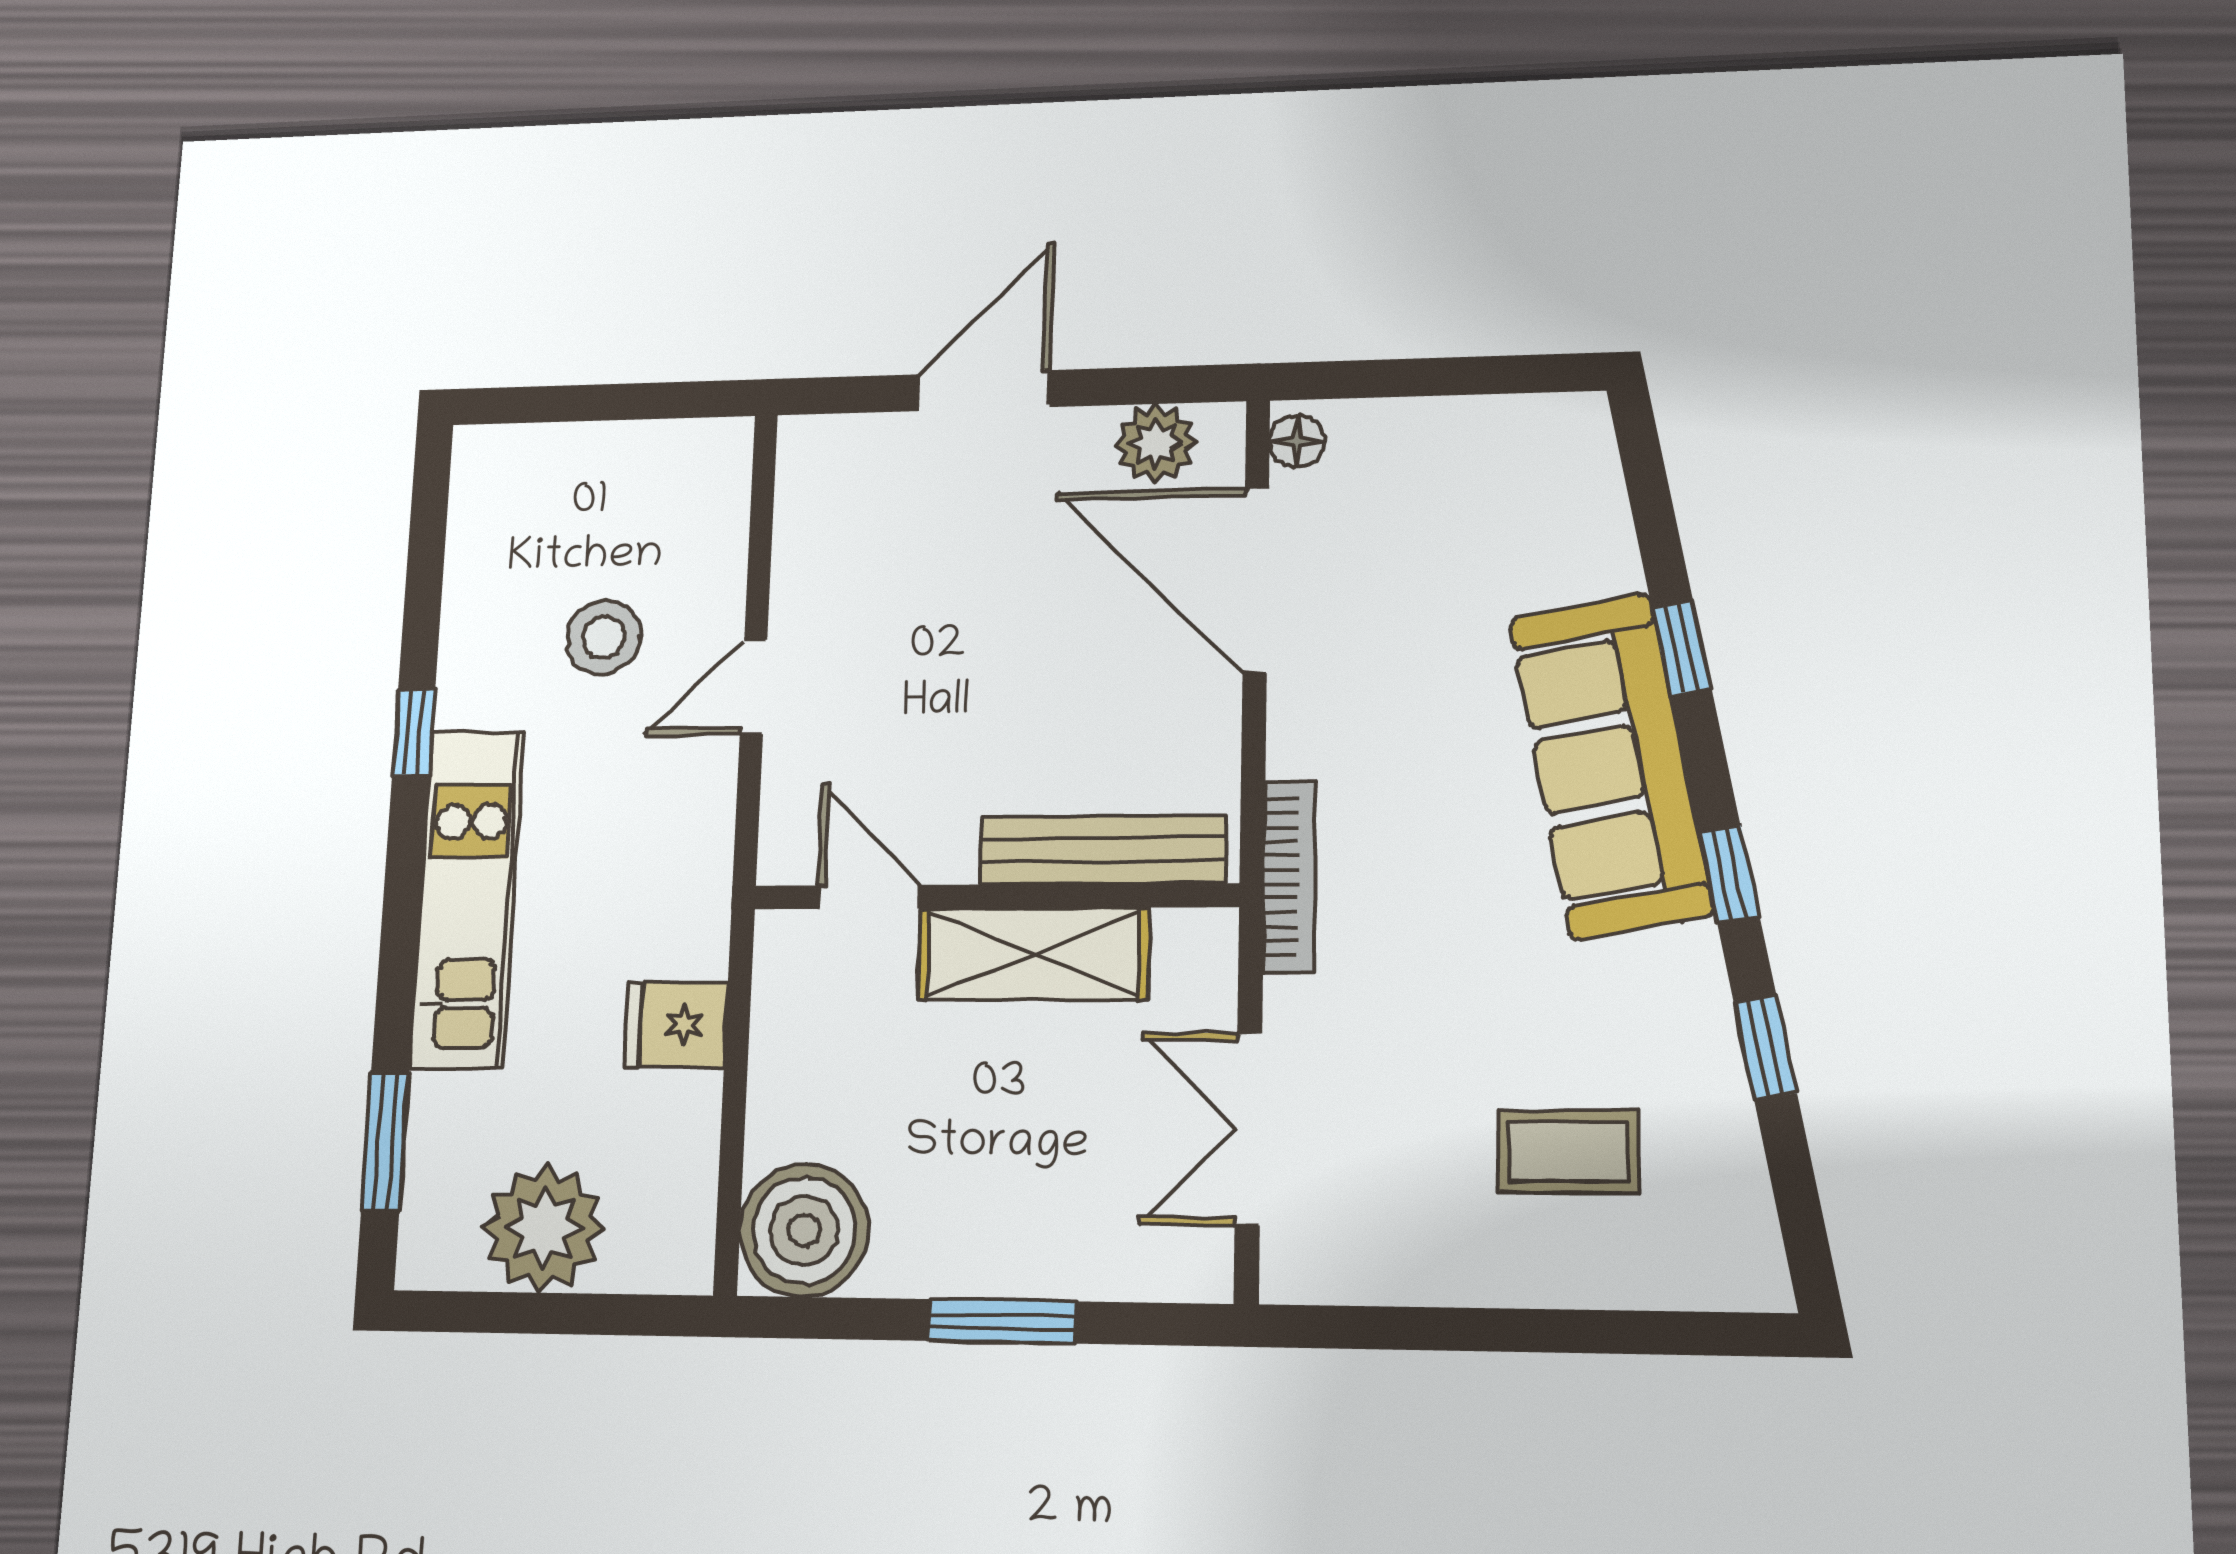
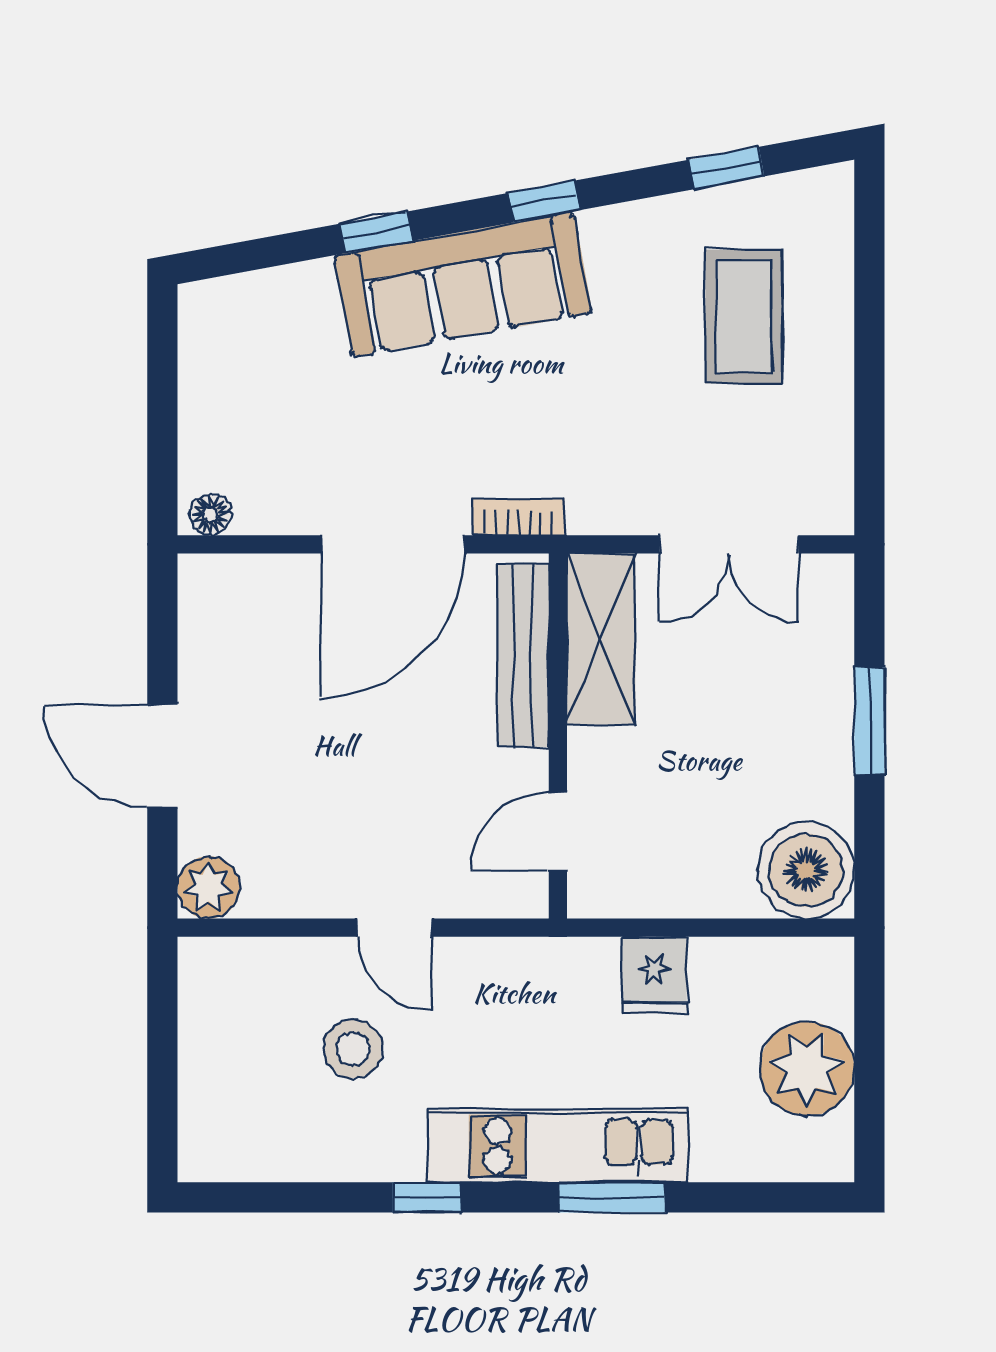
plant: (1155, 443) -> (209, 887), moved
door: (1256, 580) -> (393, 544), moved
bookcase: (1289, 877) -> (518, 517), width x0.64
shelving: (1033, 954) -> (601, 639), moved
window: (1765, 1048) -> (727, 168), moved
window: (385, 1142) -> (612, 1197), moved
coffee table: (1568, 1152) -> (744, 317), width x1.36, depth x1.30

